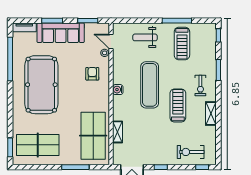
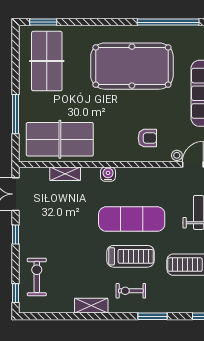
water cooler: (118, 90) -> (108, 174), moved
treadmill: (178, 105) -> (131, 256), moved

